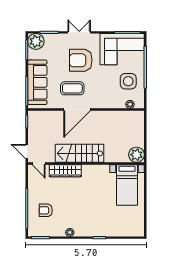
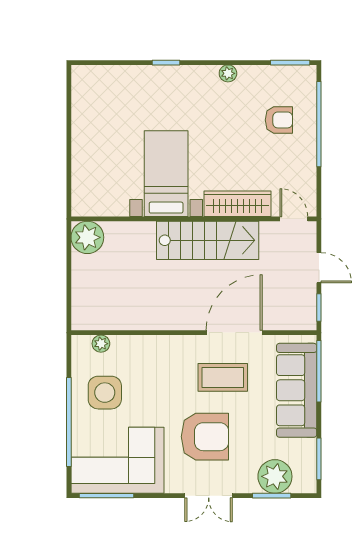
plant: (36, 41) -> (275, 476), moved
door: (77, 110) -> (234, 333), moved
door: (27, 152) -> (319, 268), moved
bed with nightstands: (127, 185) -> (166, 174), moved

